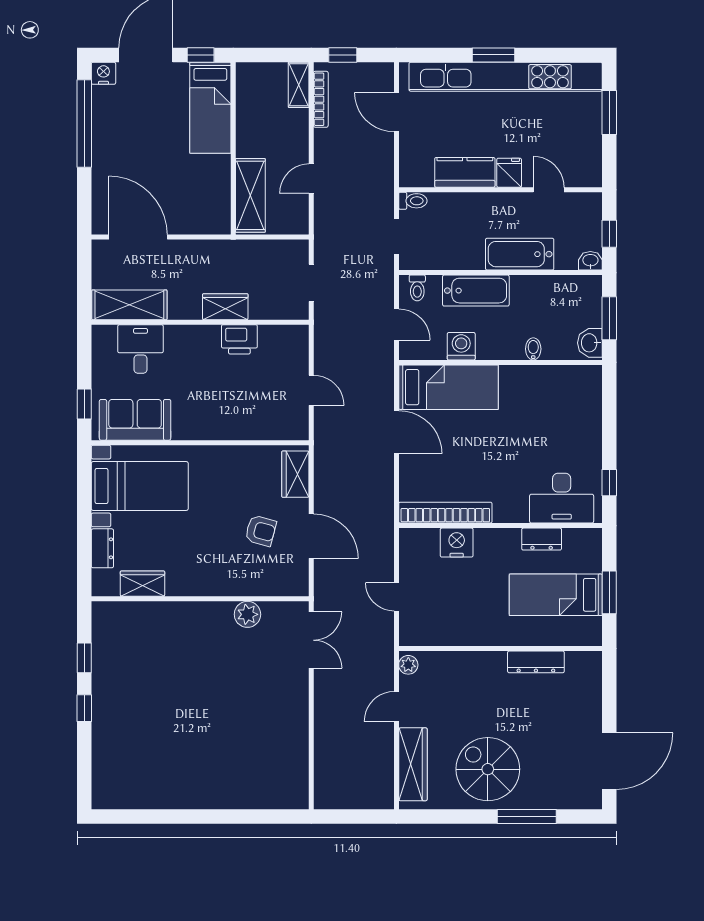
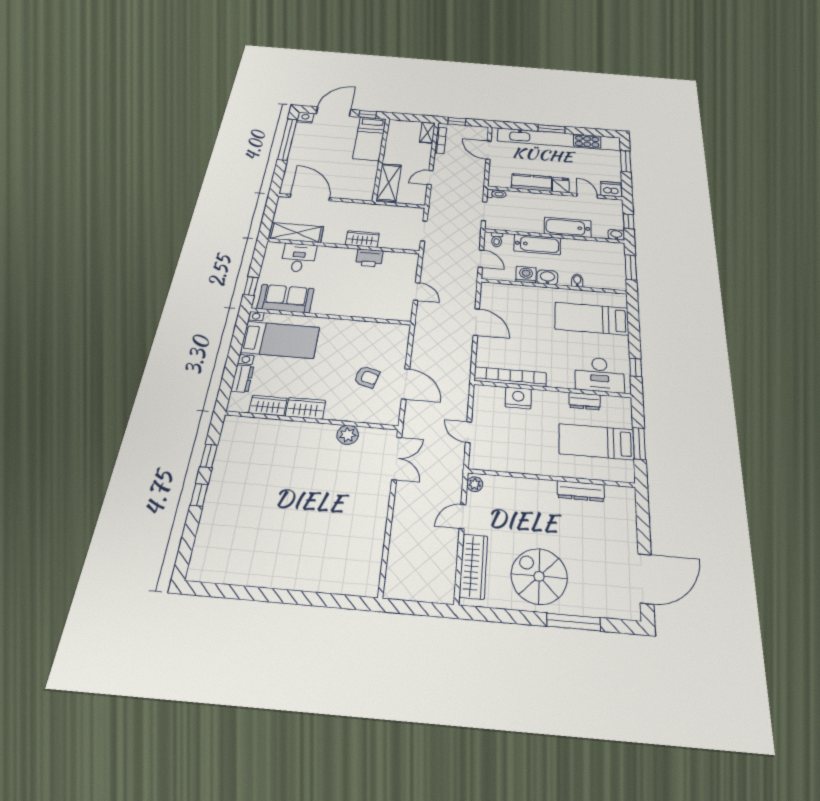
dishwasher: (585, 173) -> (611, 189), added
washbasin: (590, 343) -> (547, 277), moved, turned 90
bed: (448, 387) -> (592, 319), moved, turned 180
wardrobe: (295, 474) -> (306, 408), moved, turned 90

